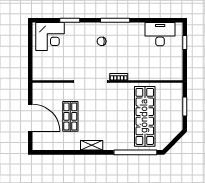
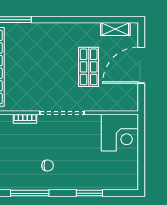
corner desk: (50, 37) -> (120, 133), moved, turned 180
door: (30, 118) -> (141, 65), hinge flipped
shelving: (92, 145) -> (115, 29), moved

